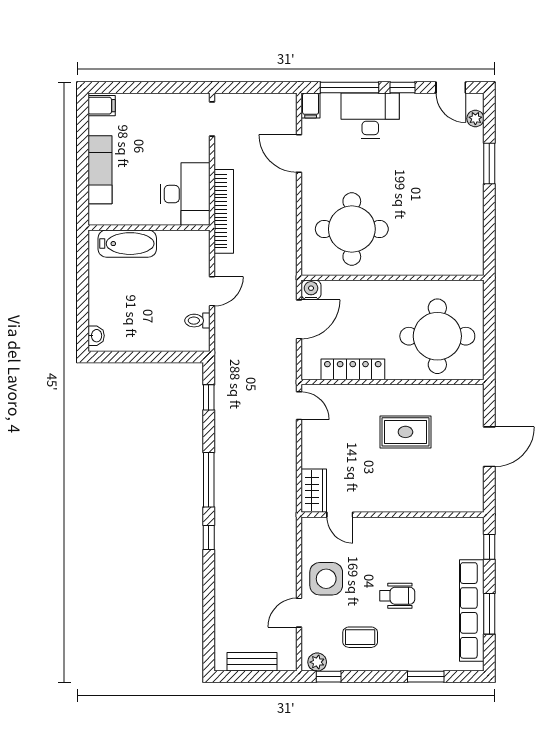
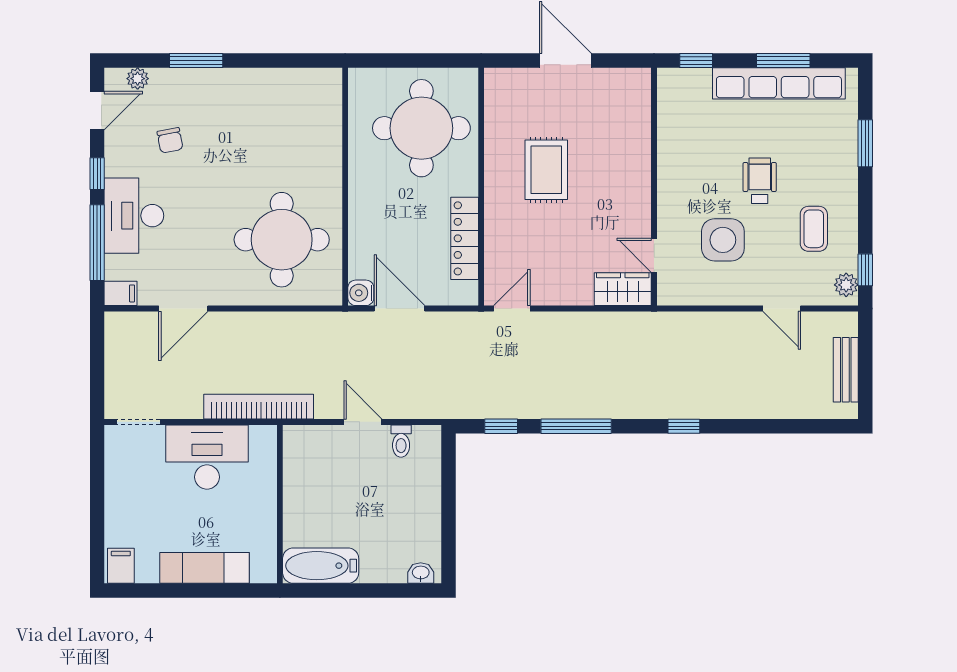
chair: (428, 143) -> (170, 140), added
desk: (185, 194) -> (207, 457), moved
bathtub: (127, 244) -> (321, 566), moved, turned -90
window: (209, 480) -> (576, 426), moved
door: (340, 515) -> (654, 255), swing flipped
side table: (326, 579) -> (723, 240), moved

